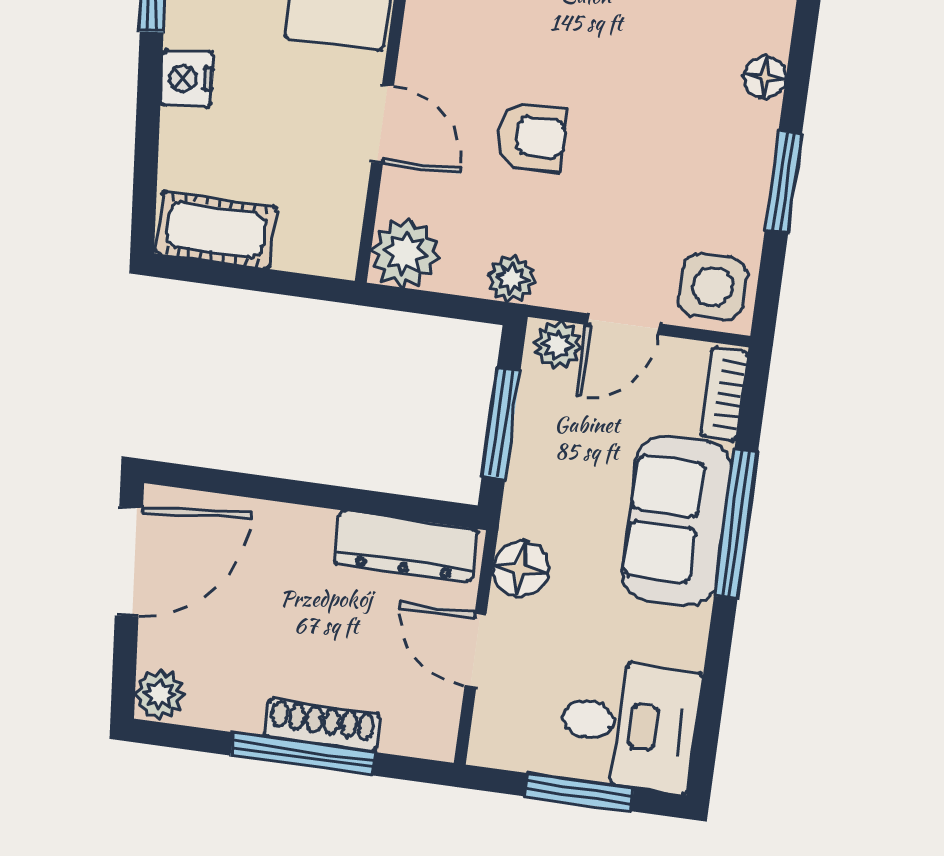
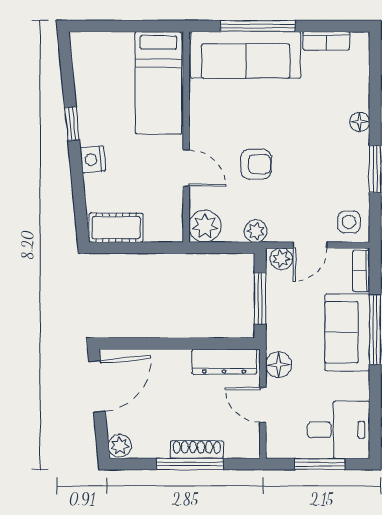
side table: (712, 287) -> (349, 222), width x0.73, depth x0.73

